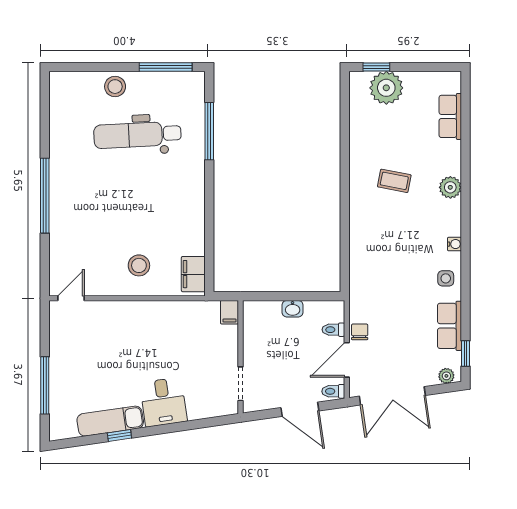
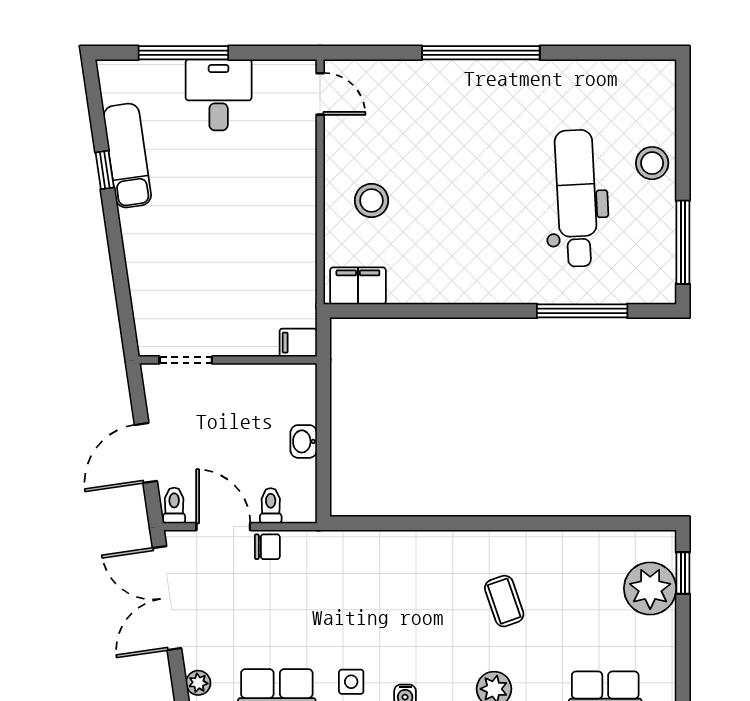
coffee table: (394, 181) -> (504, 601), turned -30
desk: (163, 402) -> (219, 95), moved, turned 98

